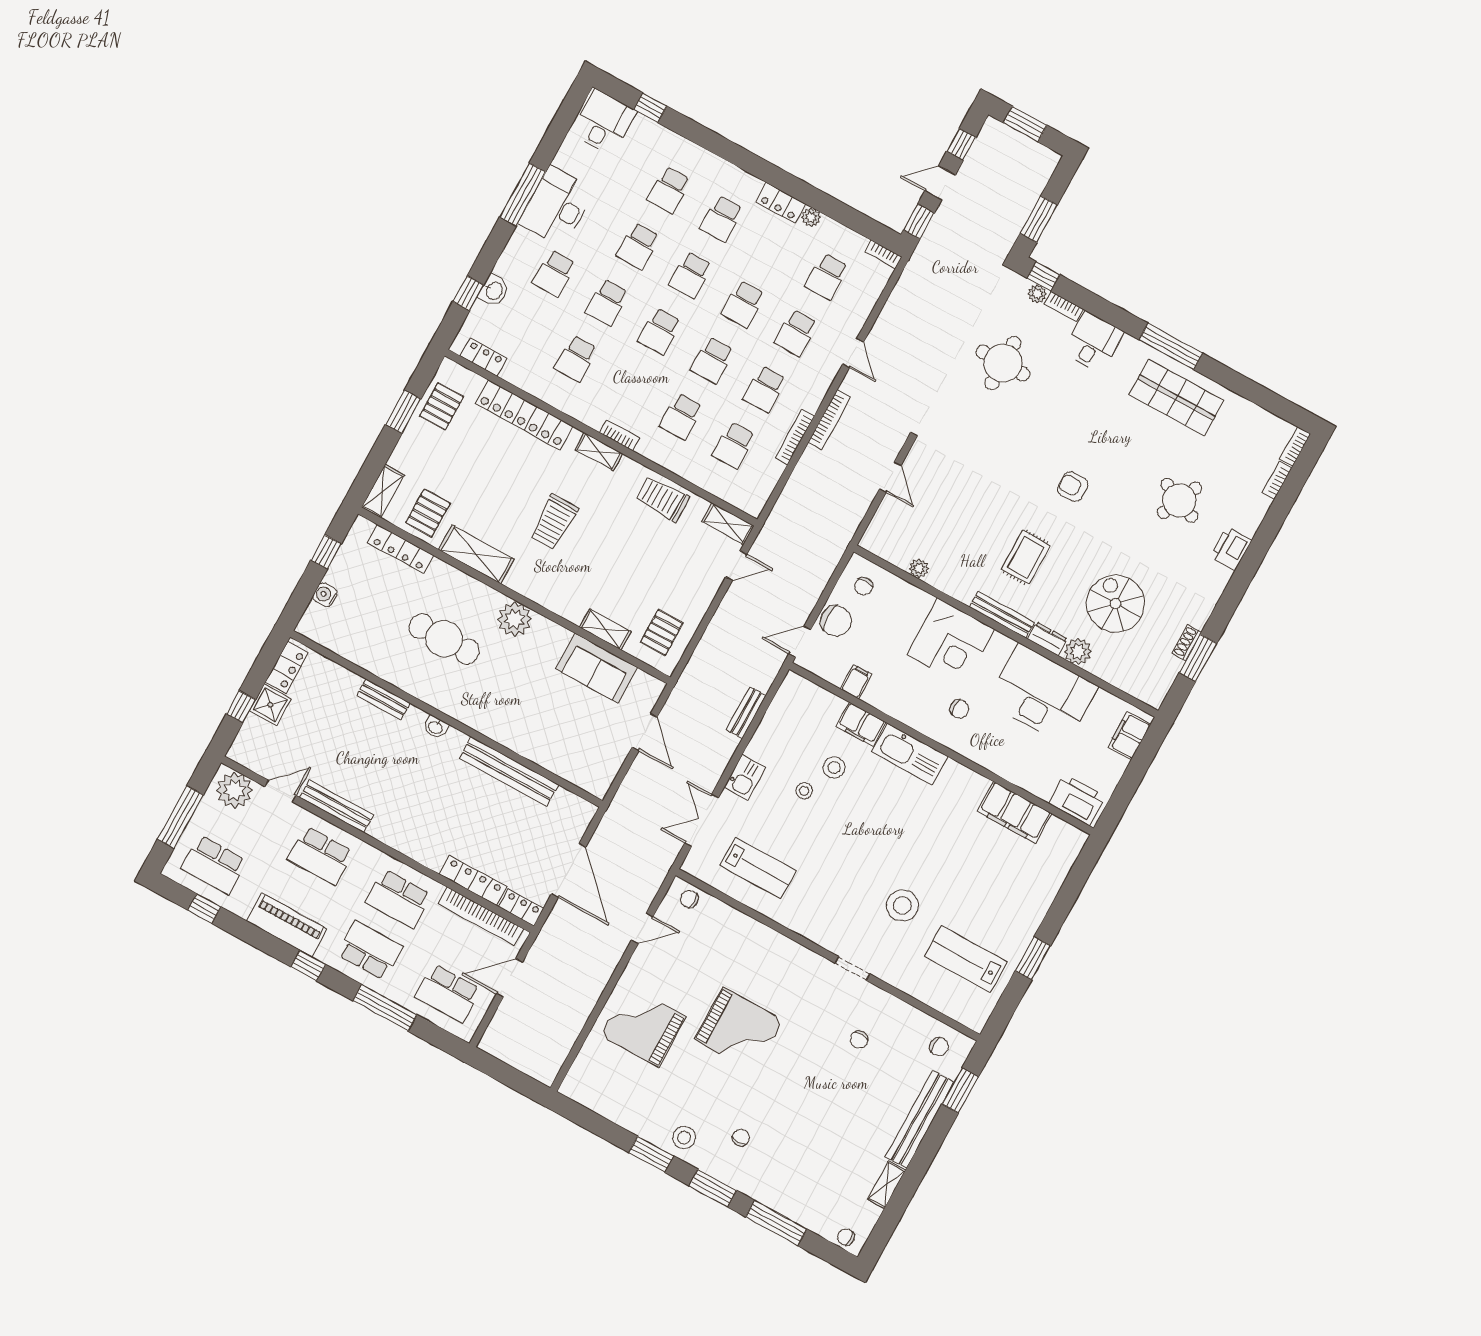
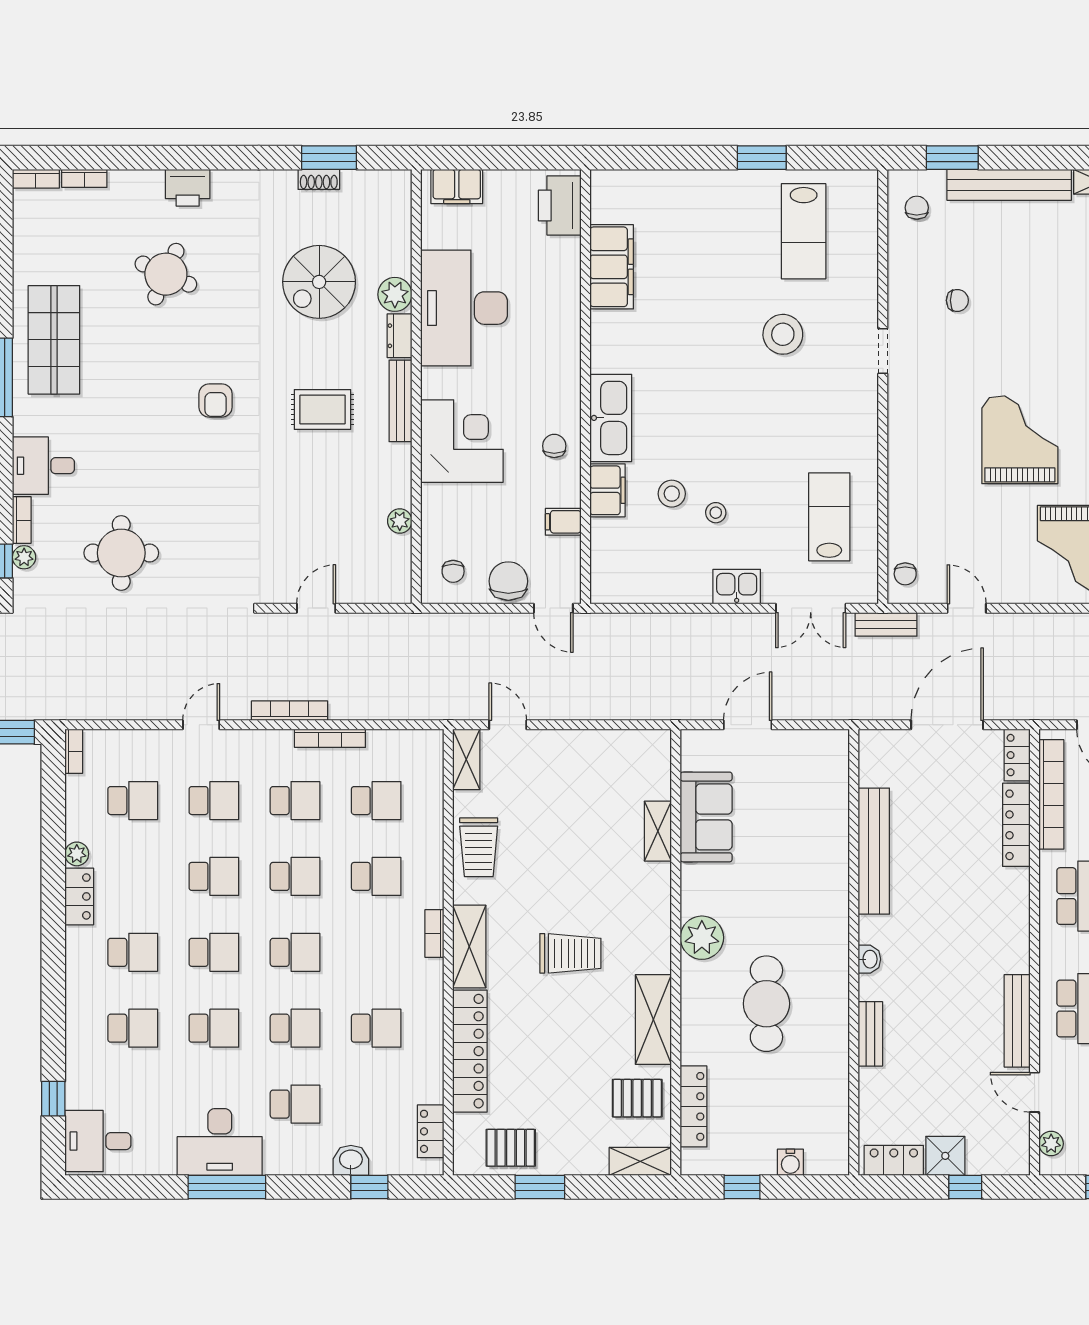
shelving: (599, 452) -> (469, 946), width x1.50, depth x1.33
chair: (864, 586) -> (453, 571), turned 90
pallet: (662, 632) -> (627, 767), removed
chair: (959, 709) -> (554, 446), moved
bench: (746, 713) -> (886, 624), moved
plant: (234, 790) -> (1051, 1144), width x0.53, depth x0.53

